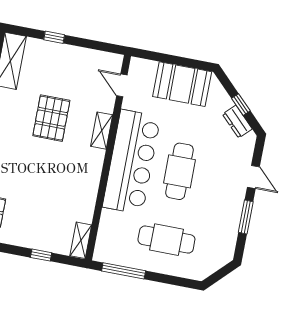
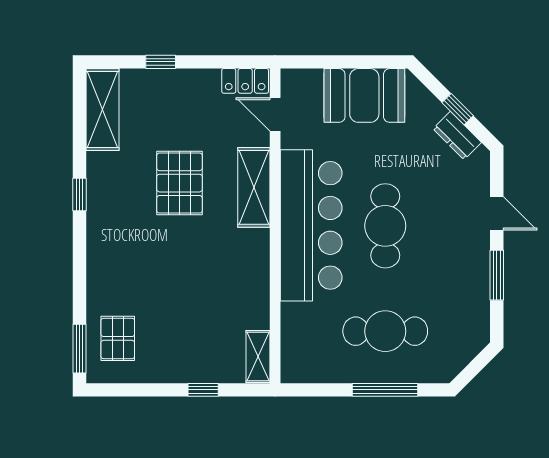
locker: (107, 60) -> (245, 81), added
shelving: (102, 131) -> (254, 187), width x1.50, depth x1.33
window: (124, 271) -> (385, 390), moved

